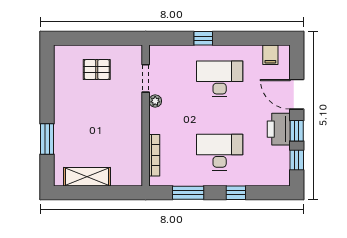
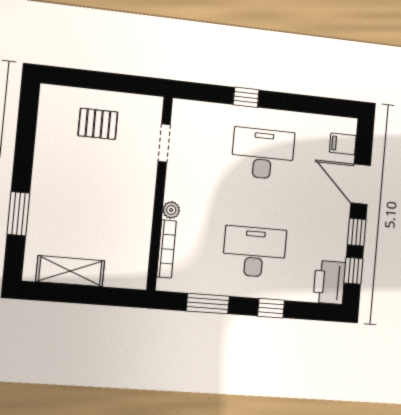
filing cabinet: (270, 55) -> (343, 144), moved, turned 90
plant: (155, 101) -> (171, 210), moved
printer: (279, 129) -> (329, 282), moved

